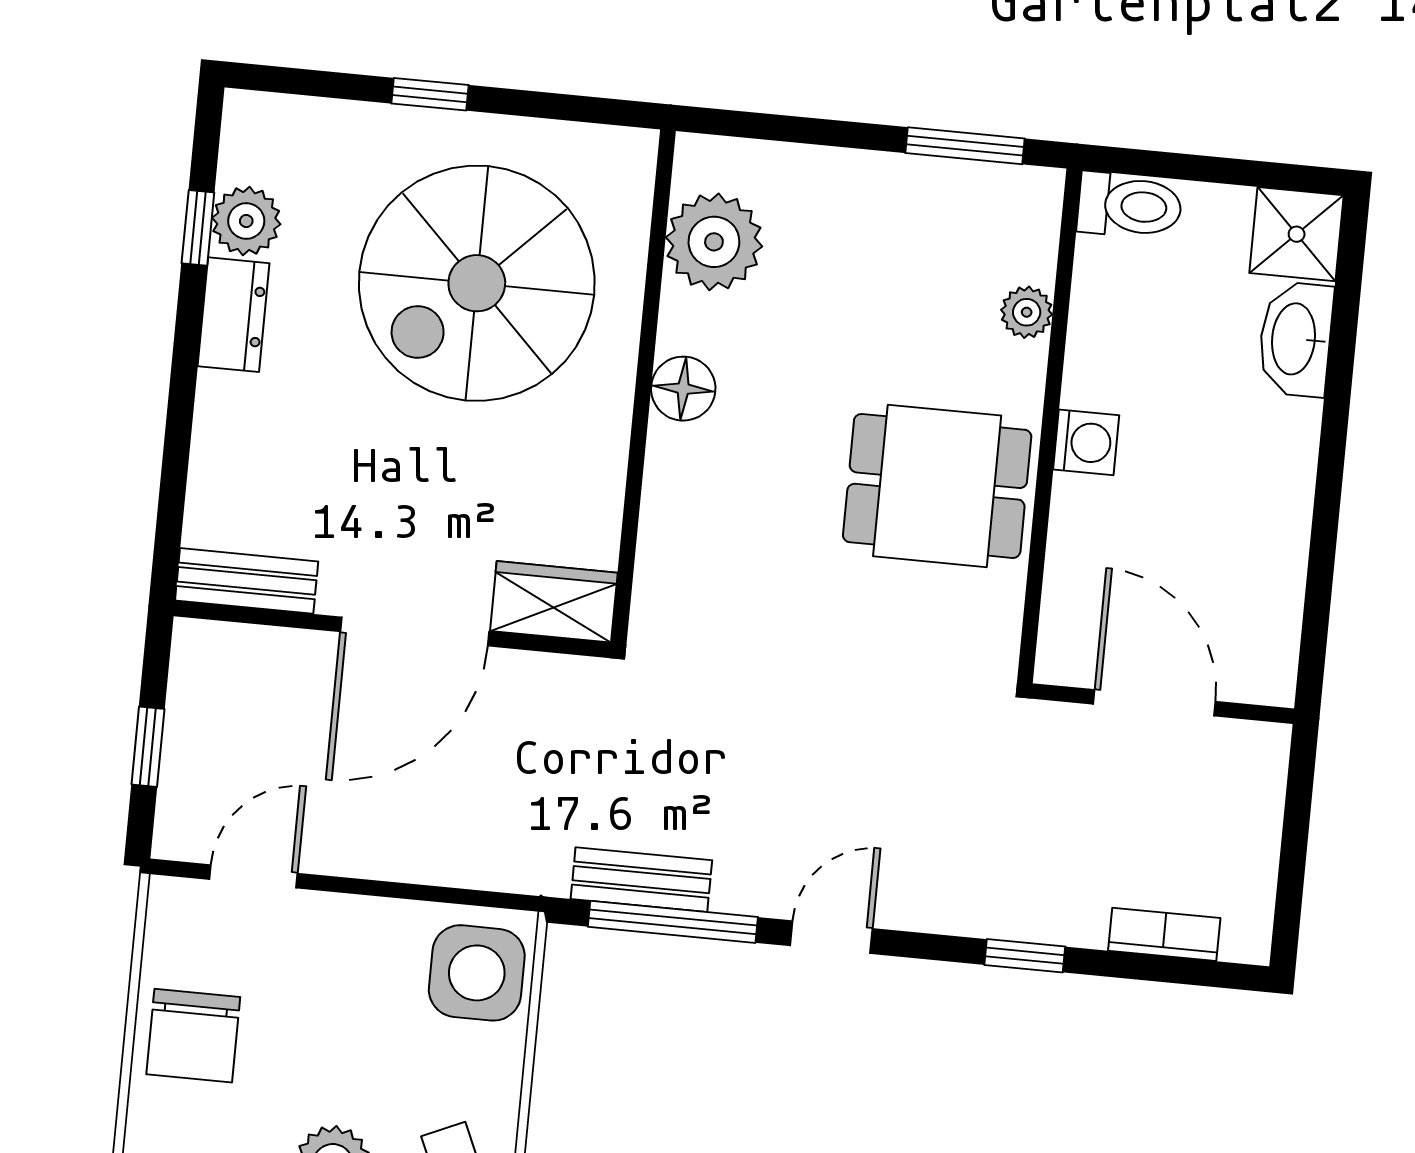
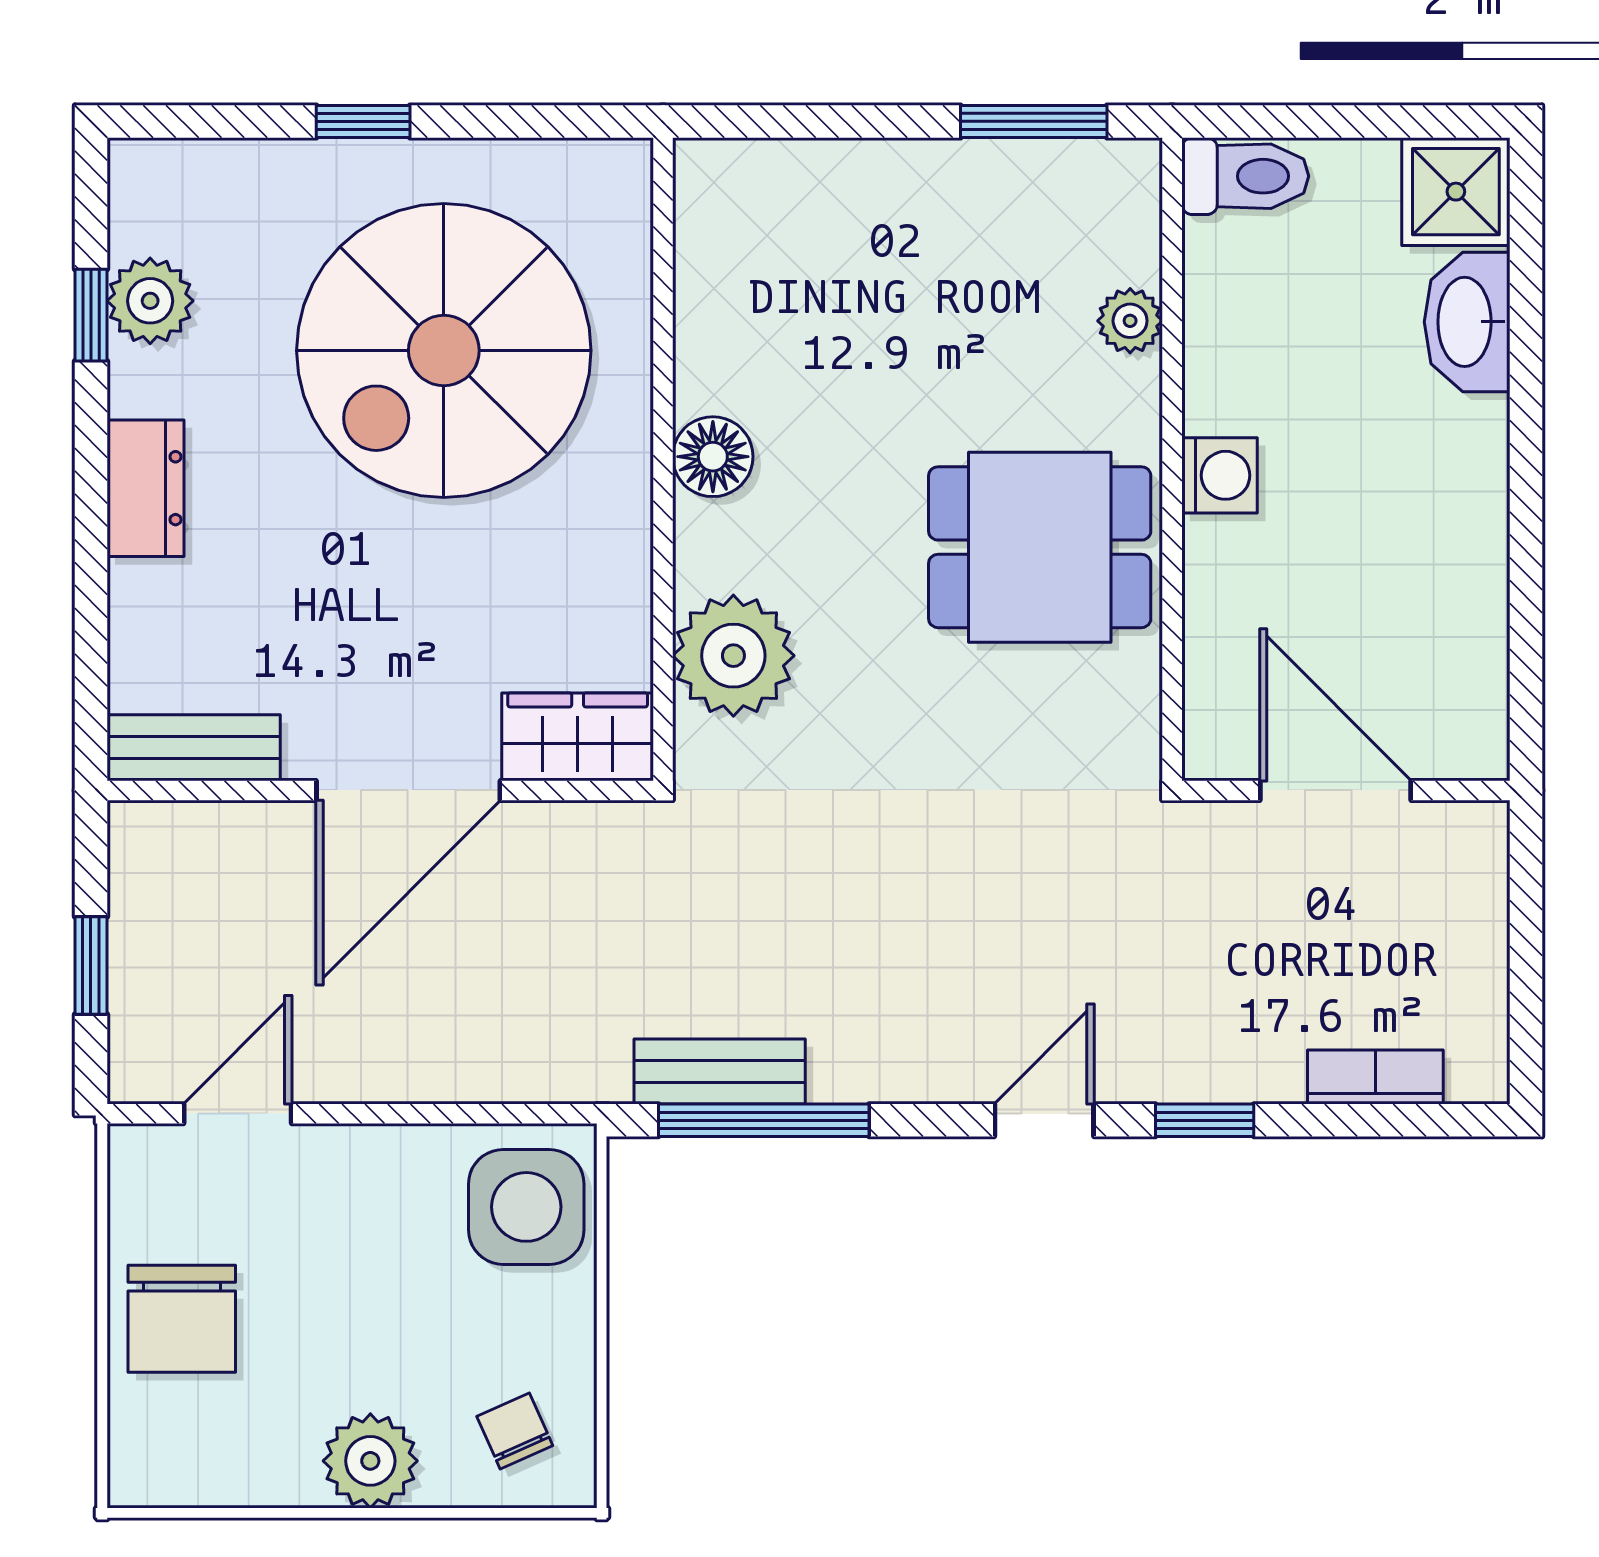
plant: (714, 242) -> (733, 656), moved
dresser: (234, 315) -> (146, 488), moved
door: (831, 937) -> (1044, 1120), moved

